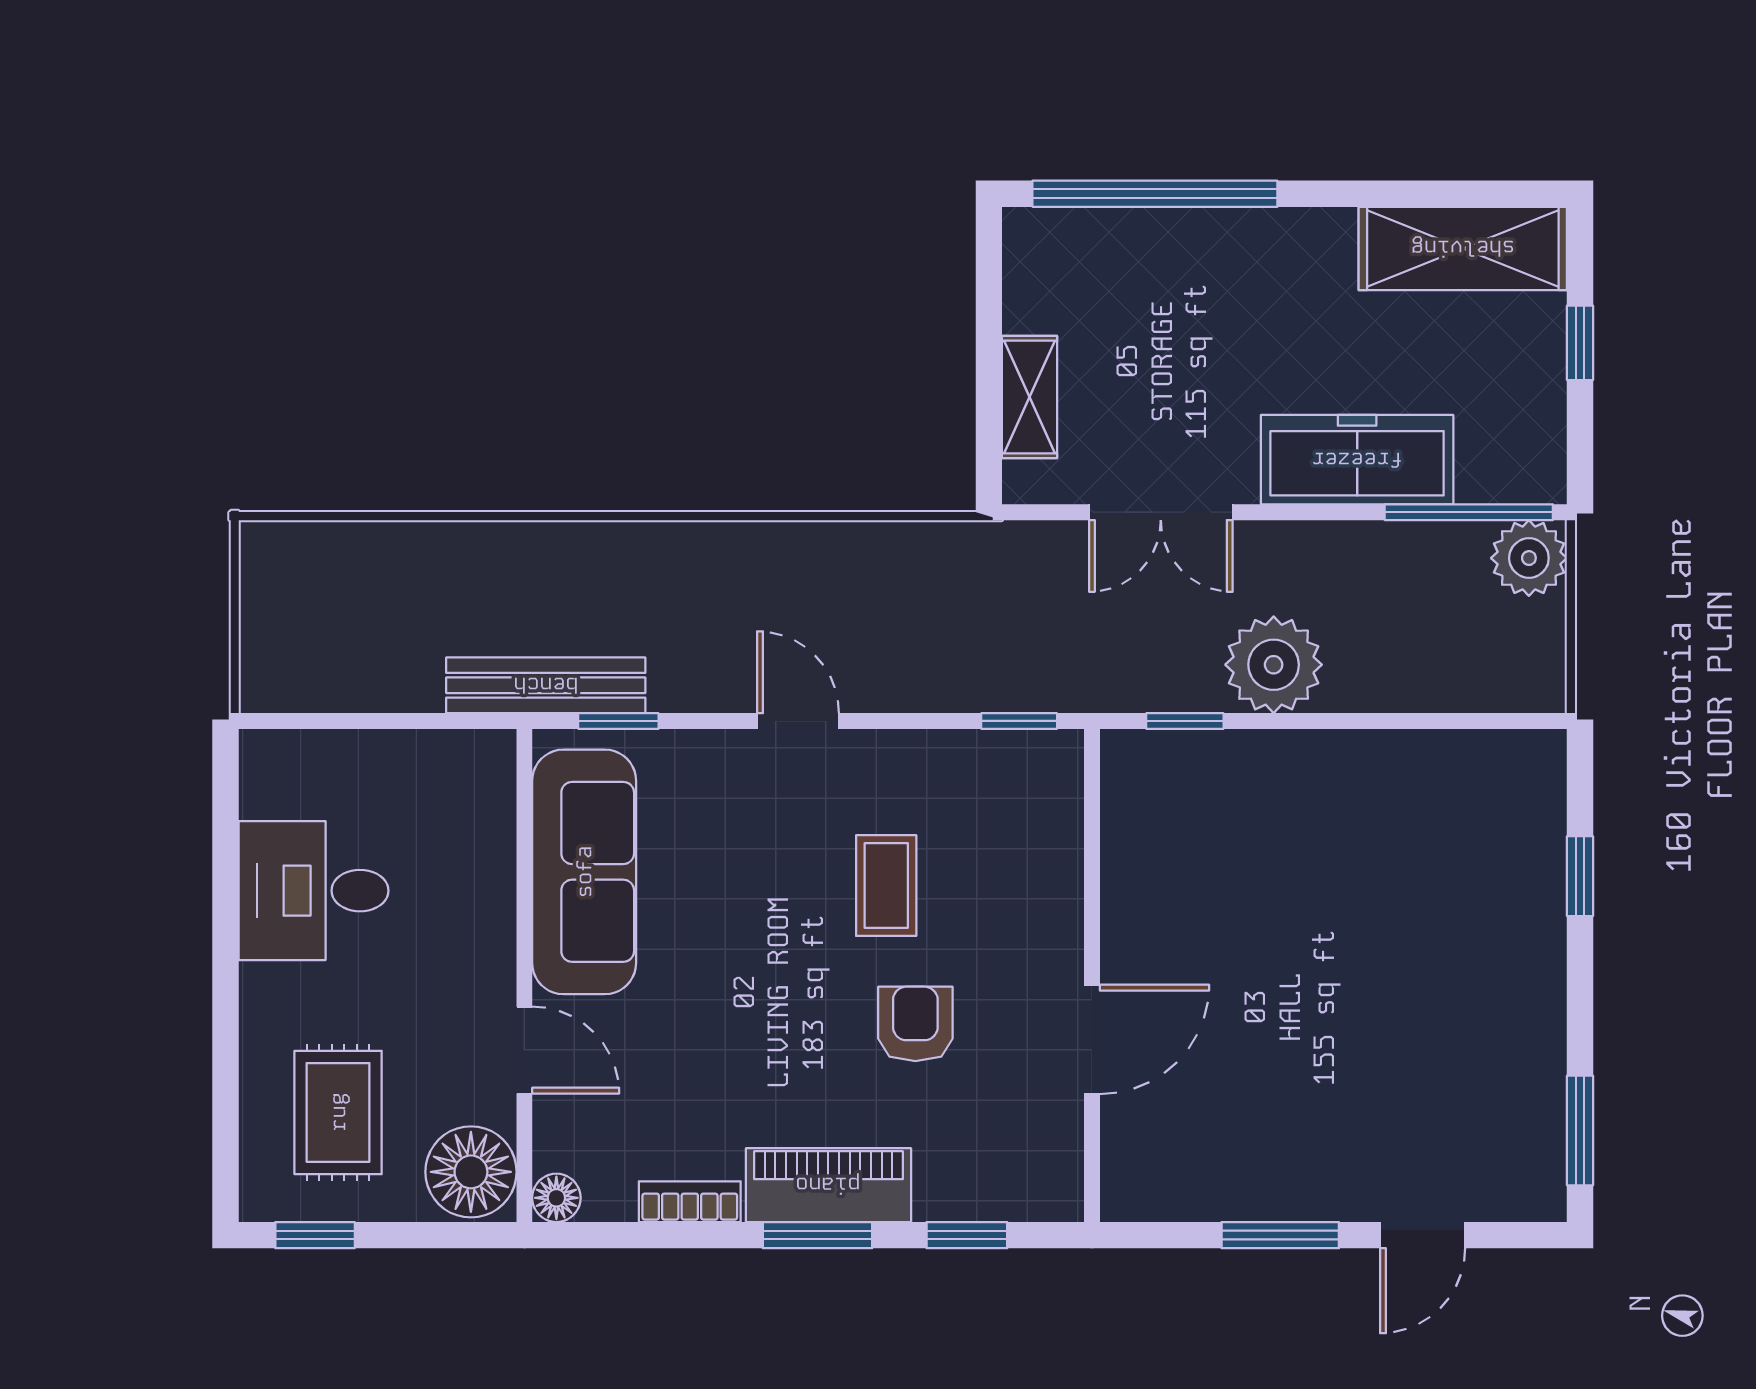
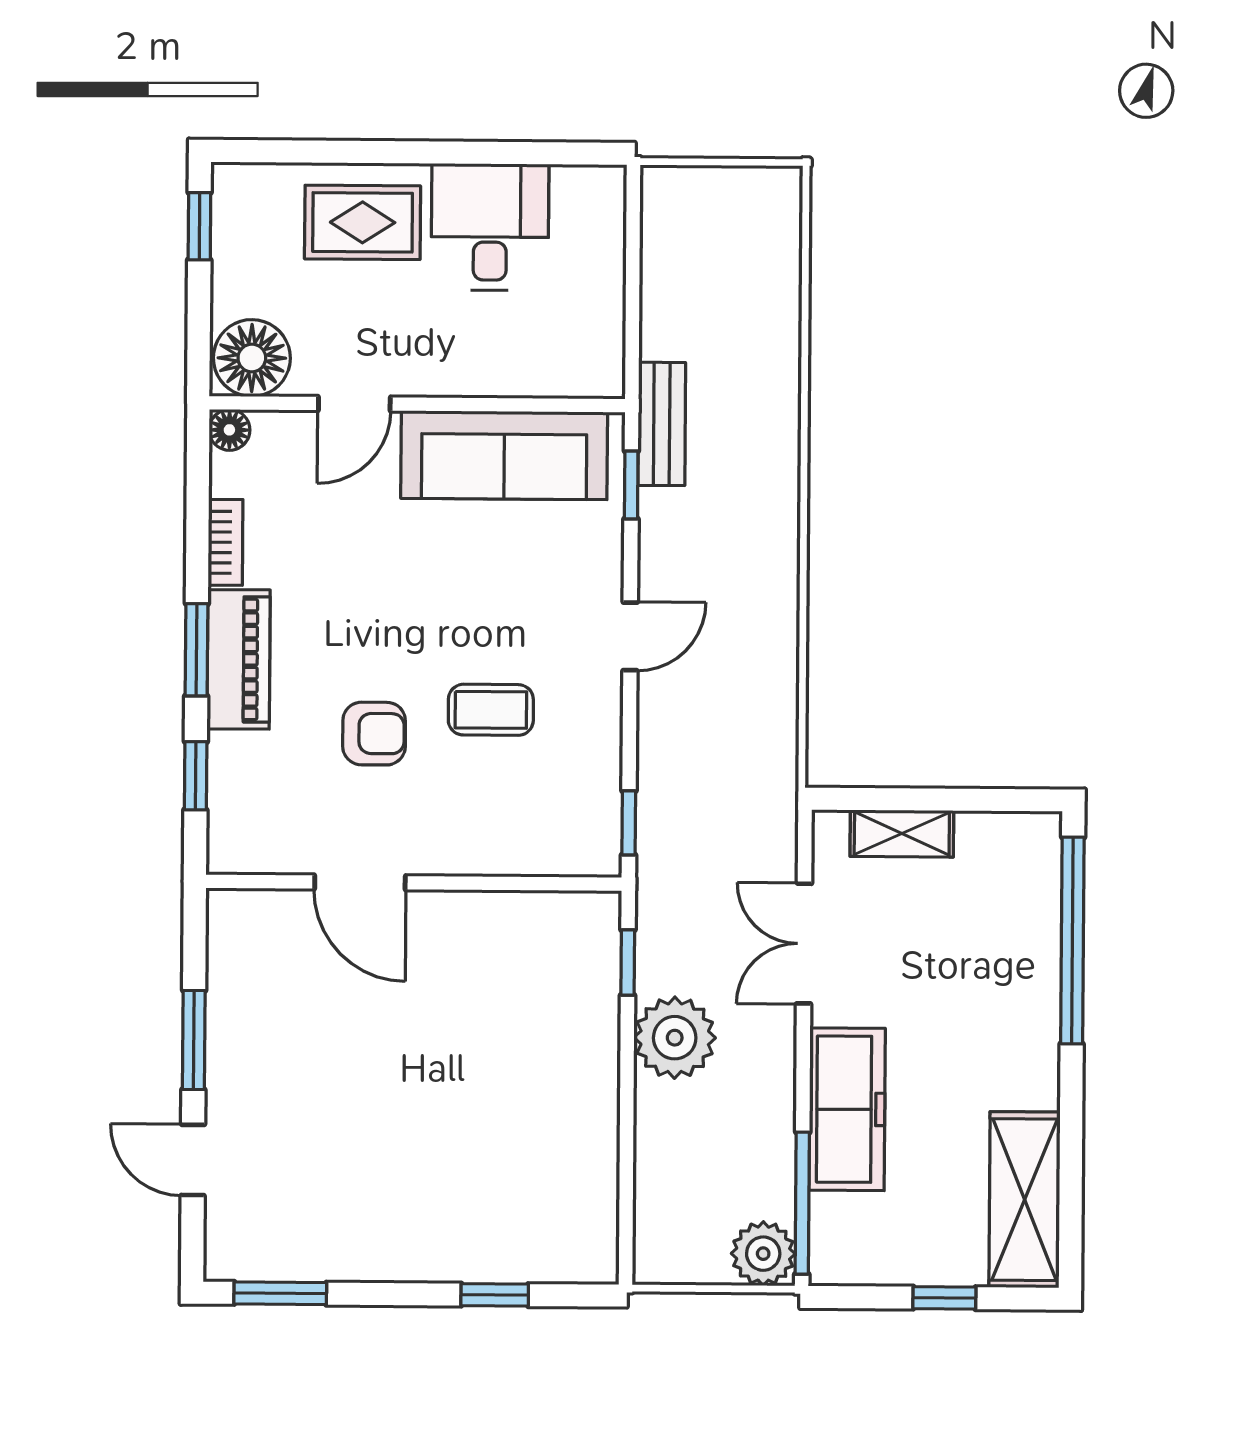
bench: (546, 685) -> (662, 424), width x0.73
rug: (338, 1112) -> (363, 222), moved

